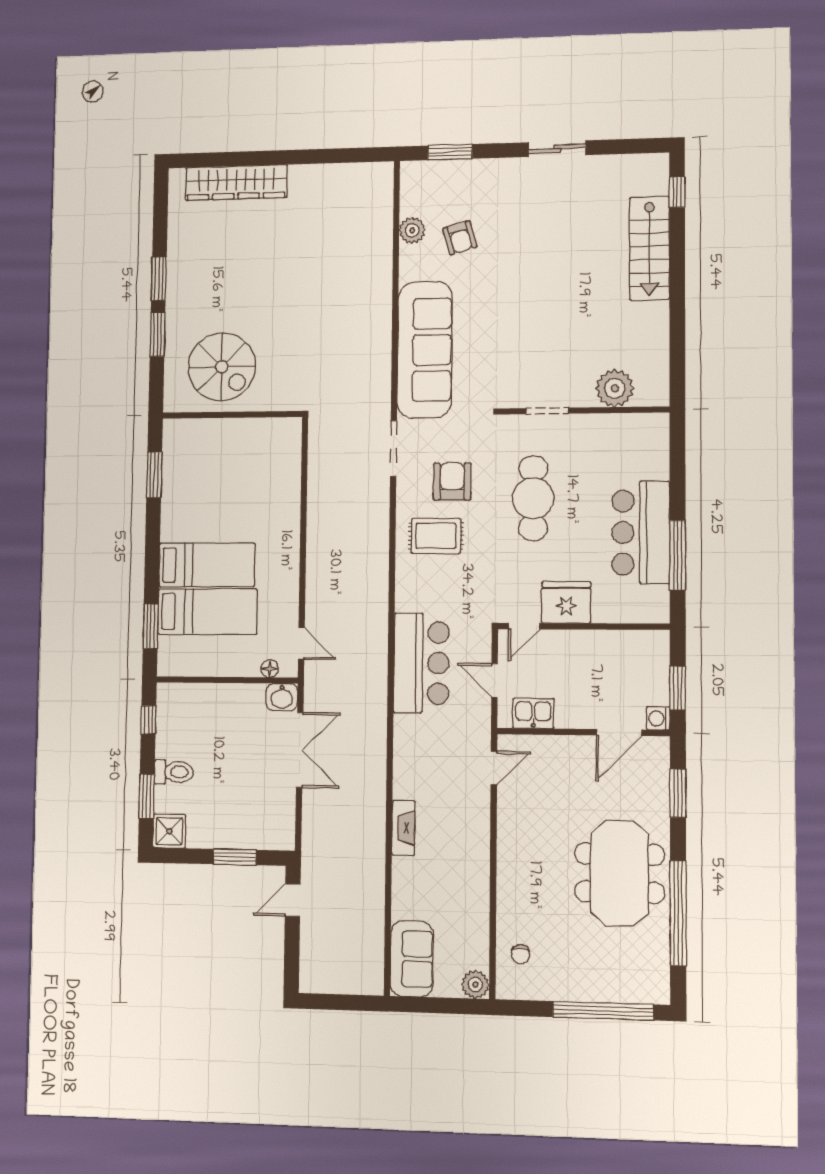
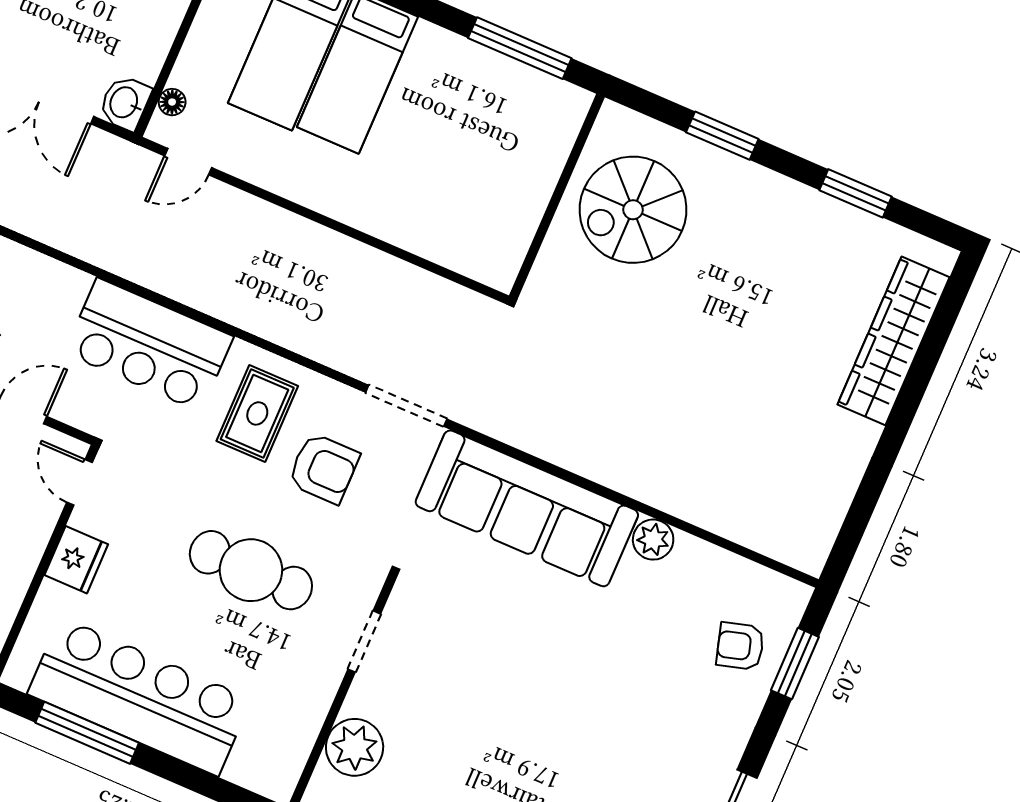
plant: (412, 230) -> (653, 540), moved
armchair: (460, 238) -> (740, 646), moved
window: (159, 279) -> (856, 193), moved
window: (154, 475) -> (520, 48), width x1.44
bar counter: (641, 533) -> (139, 697), width x1.36
fridge: (566, 602) -> (76, 560), width x0.73, depth x0.75
bar counter: (421, 663) -> (149, 345), moved

